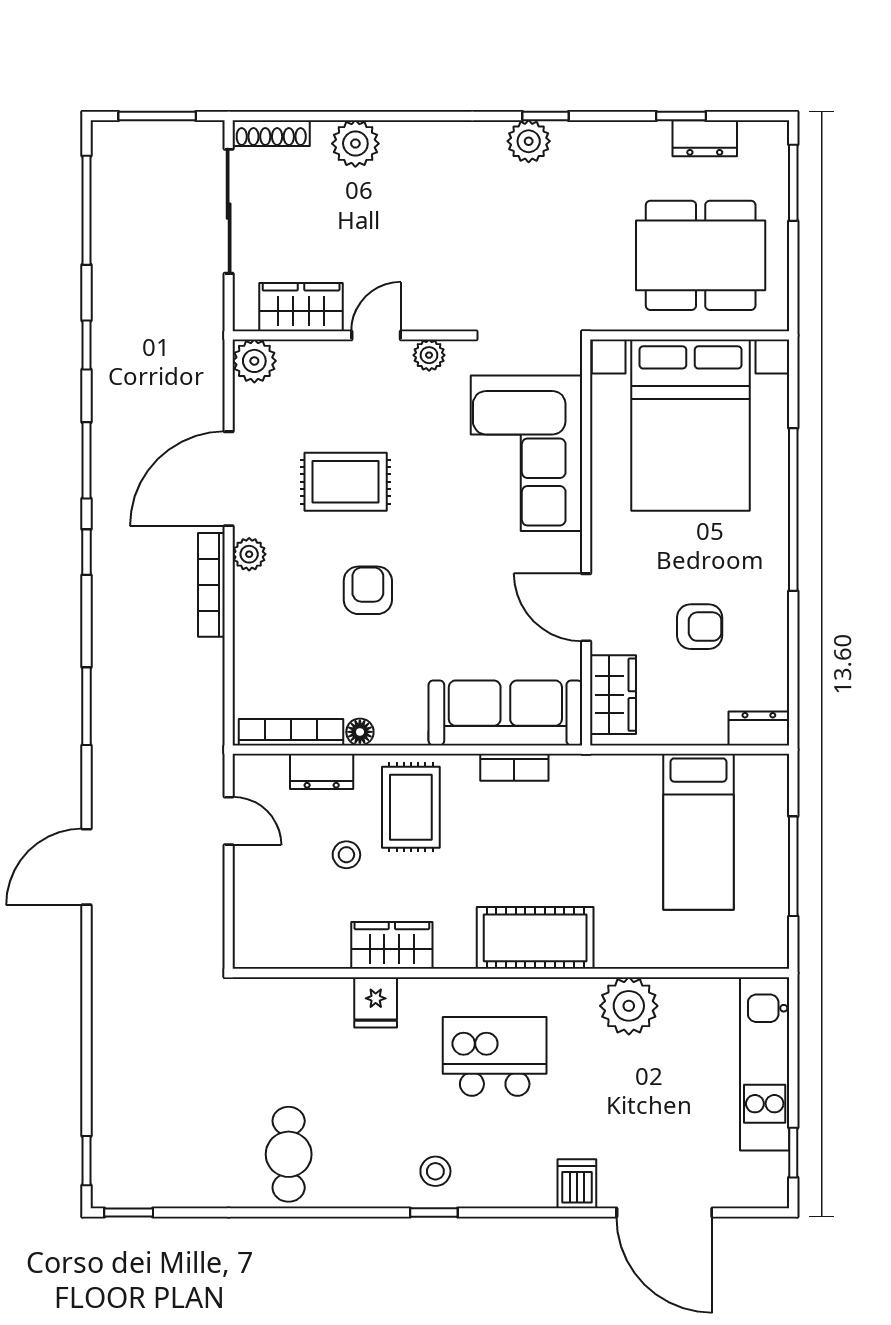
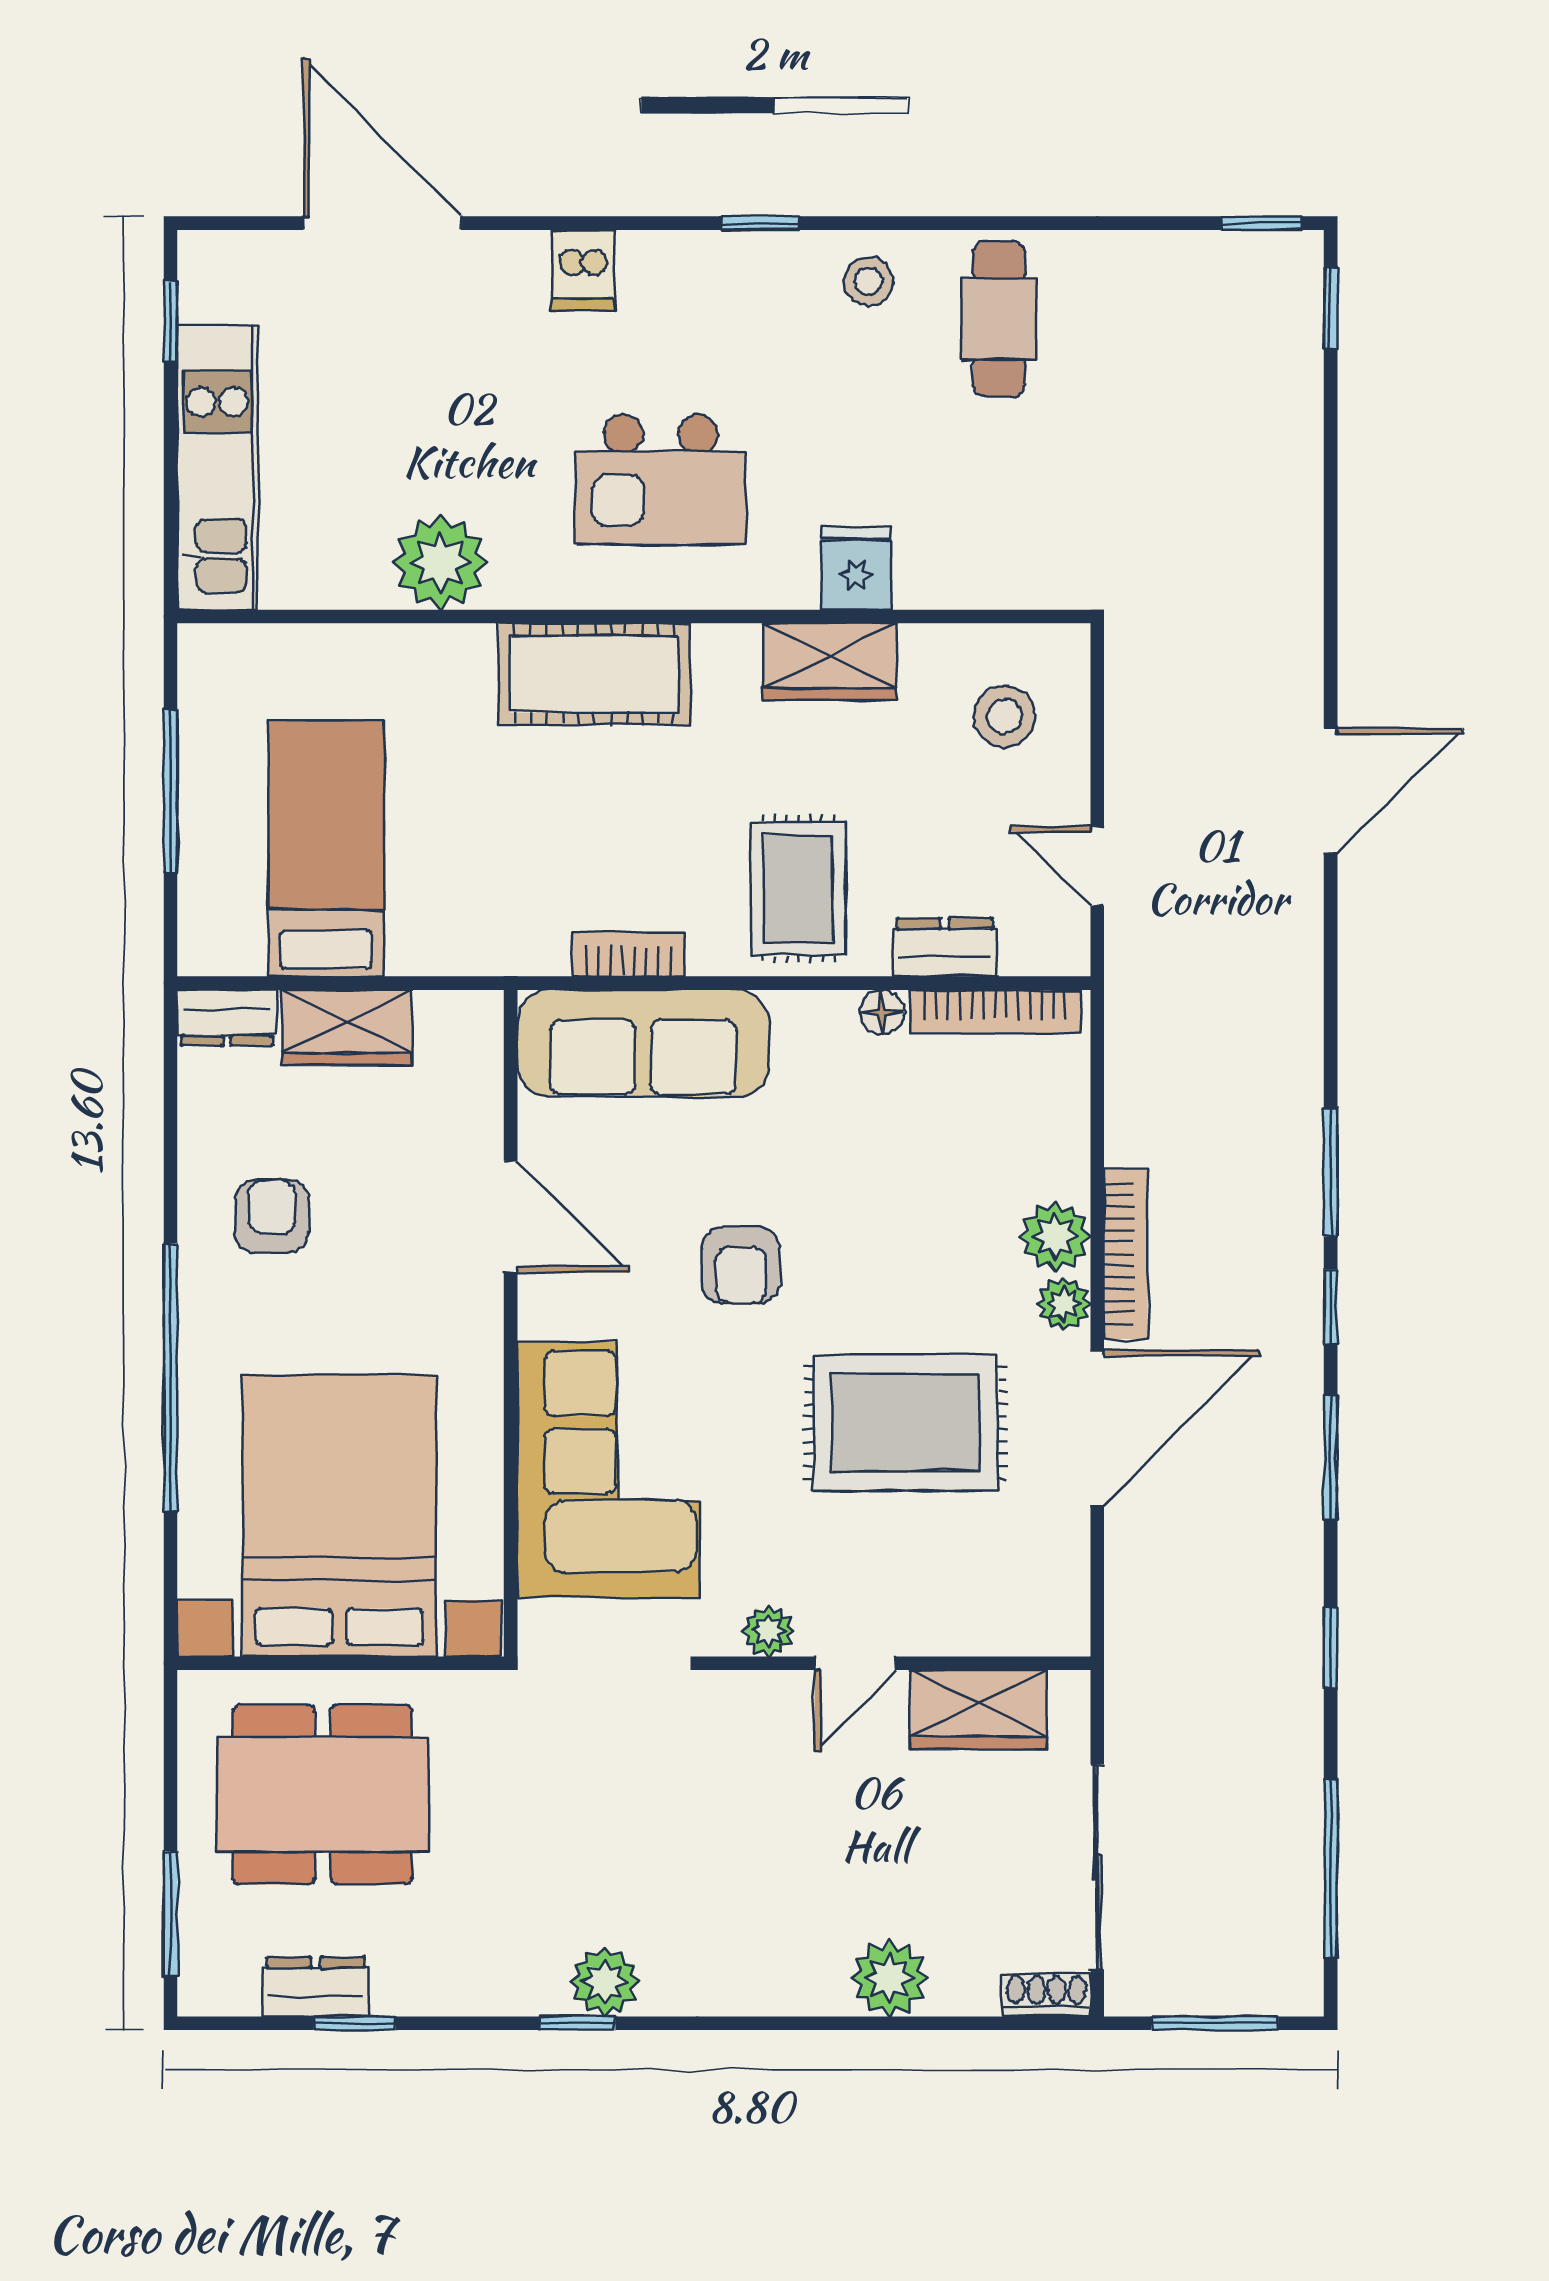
shoe rack: (271, 133) -> (1046, 1995), width x0.70
plant: (254, 361) -> (1055, 1236), moved
rug: (346, 482) -> (905, 1423), width x1.36, depth x1.43
armchair: (368, 590) -> (741, 1265), moved
armchair: (700, 627) -> (272, 1216), moved, turned 90
wardrobe: (613, 695) -> (347, 1027), moved, turned -90
window: (87, 706) -> (1331, 1172), moved
stool: (346, 855) -> (1004, 716), moved, width x1.37, depth x1.37
stool: (435, 1171) -> (868, 281), moved
dishwasher: (577, 1184) -> (583, 270), moved

